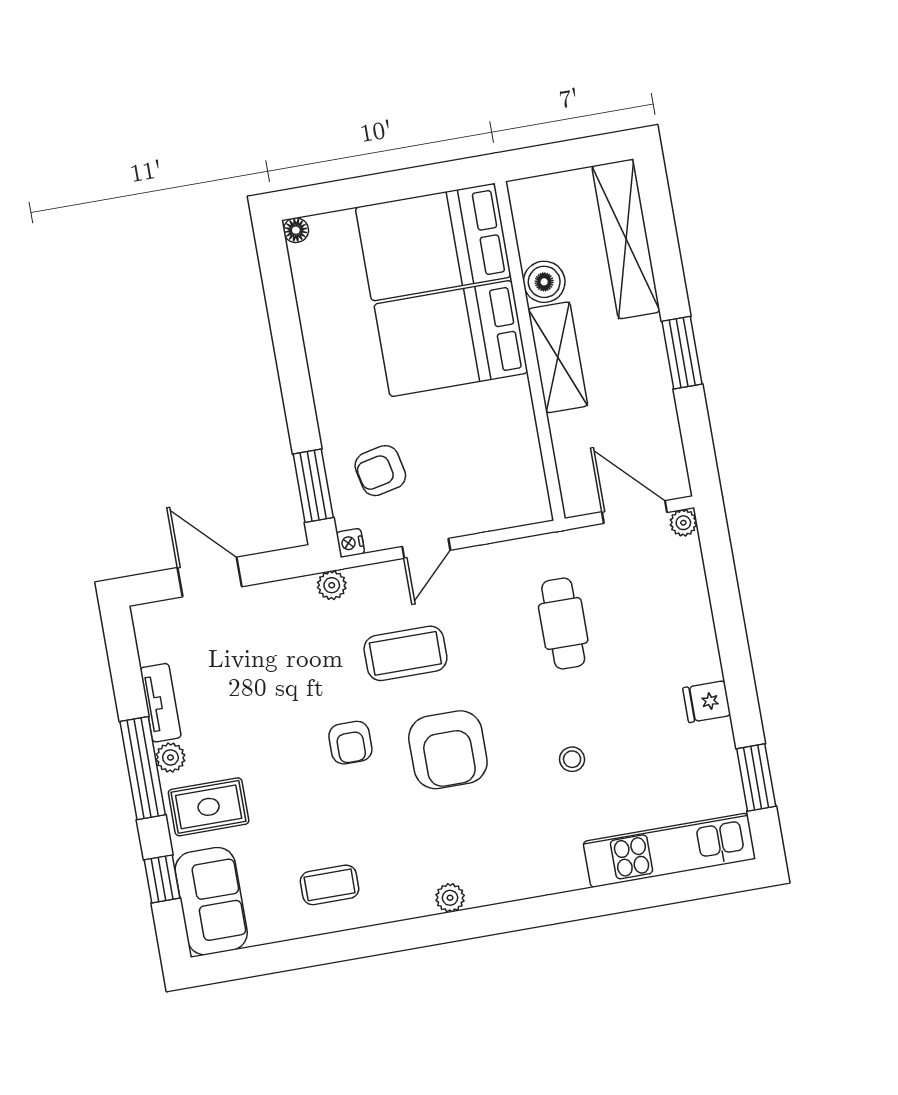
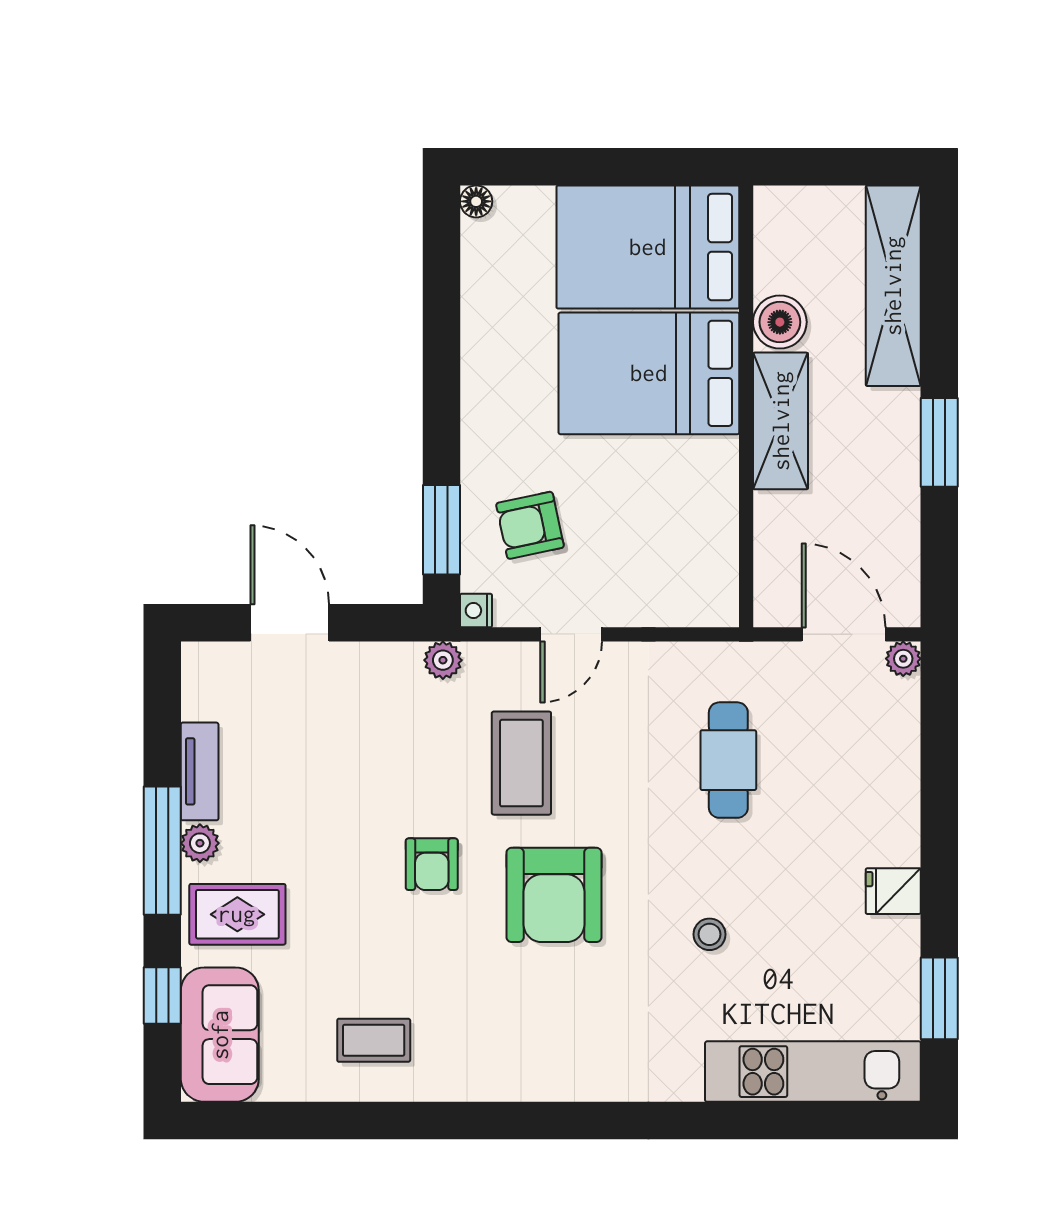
coffee table: (405, 653) -> (521, 763), turned 90
plant: (450, 898) -> (524, 1083), removed

